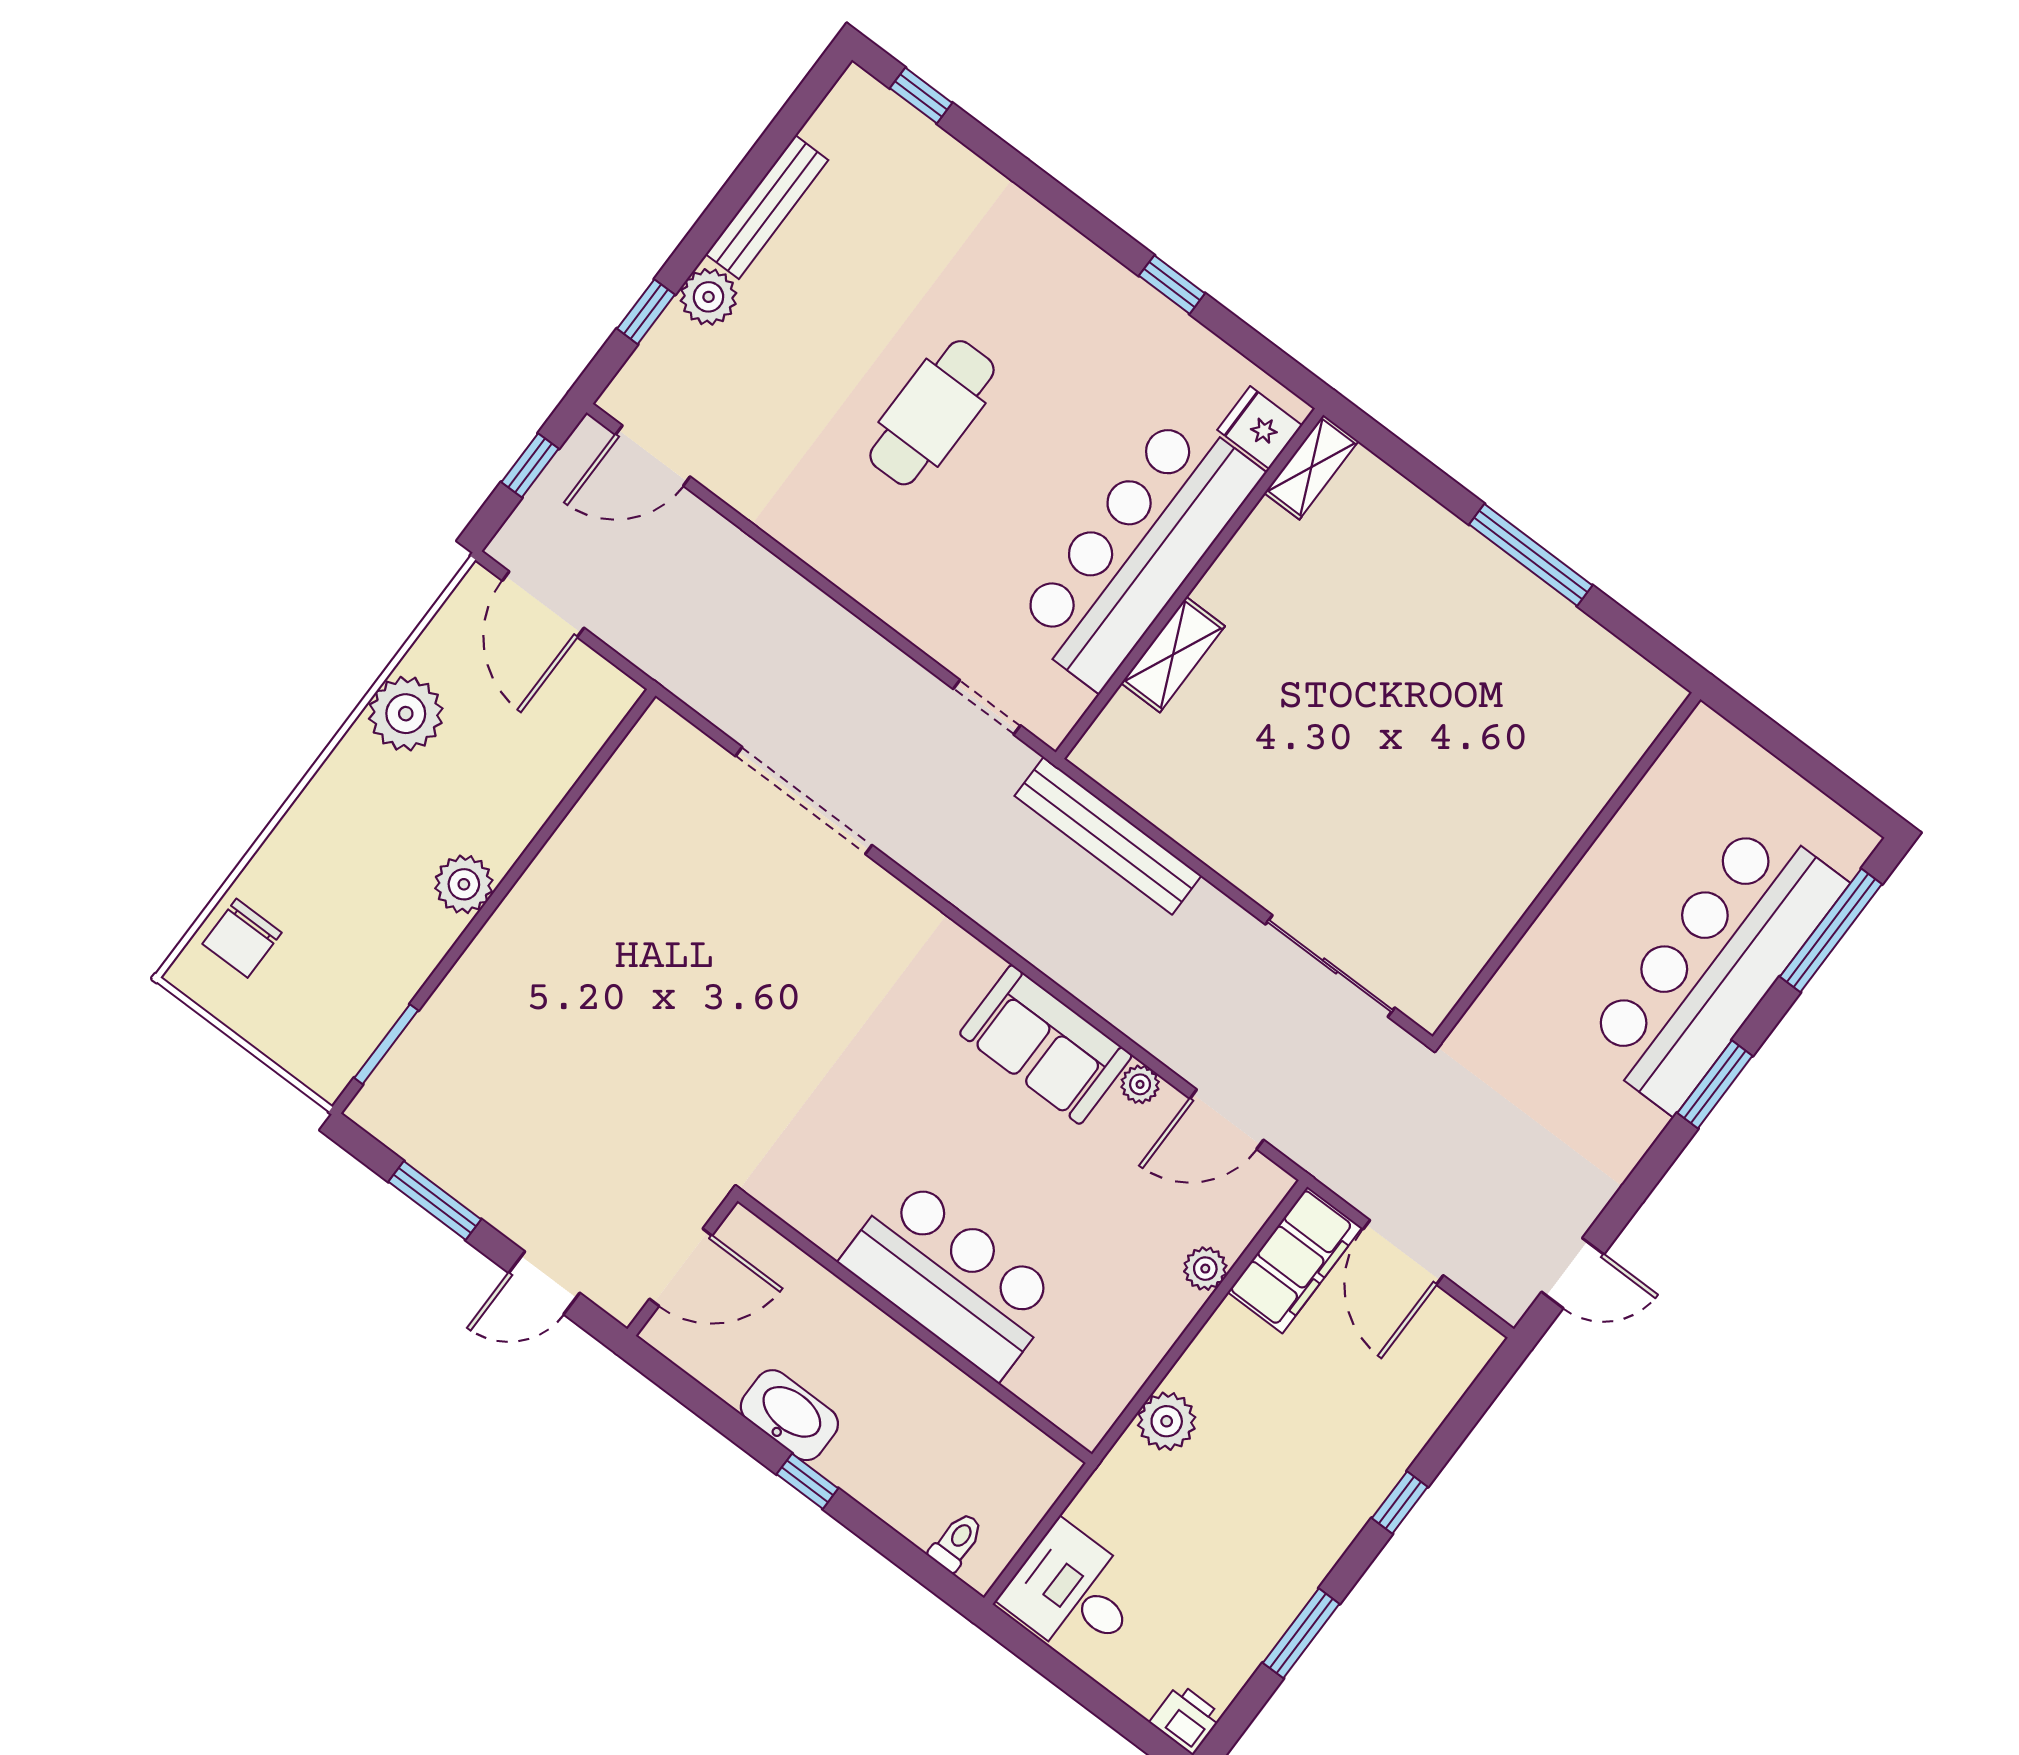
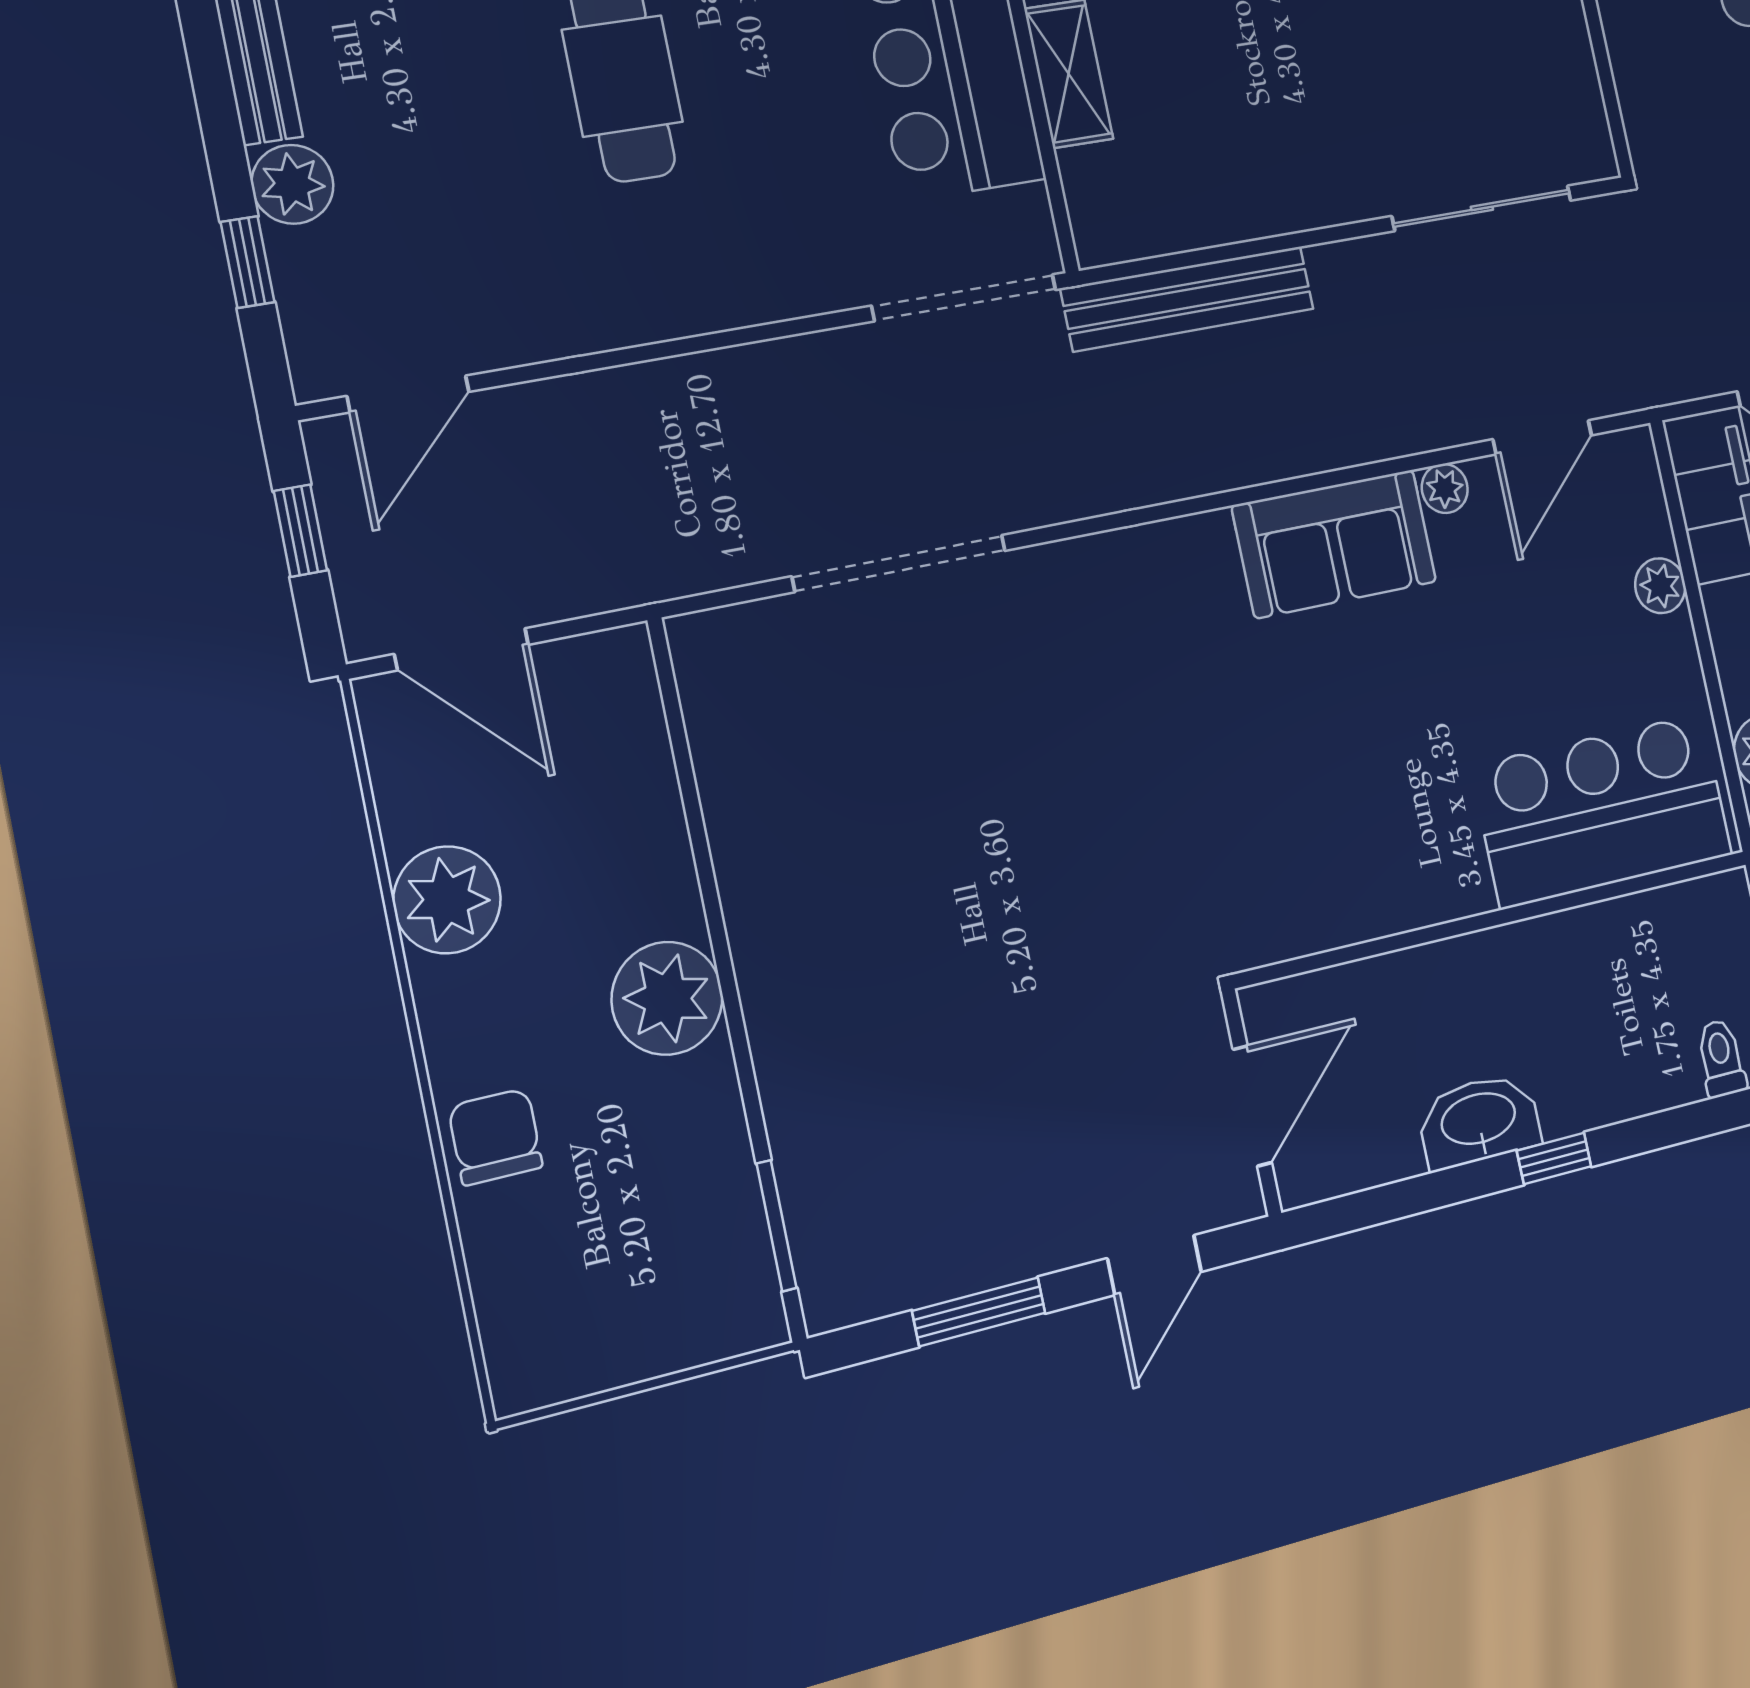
doorway: (987, 707) -> (964, 298), width x1.88
plant: (464, 884) -> (667, 998), width x1.36, depth x1.36
chair: (242, 938) -> (495, 1137), moved, turned 180
bar counter: (951, 1278) -> (1602, 811), moved

